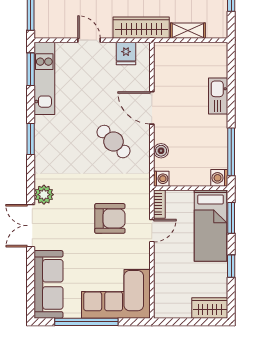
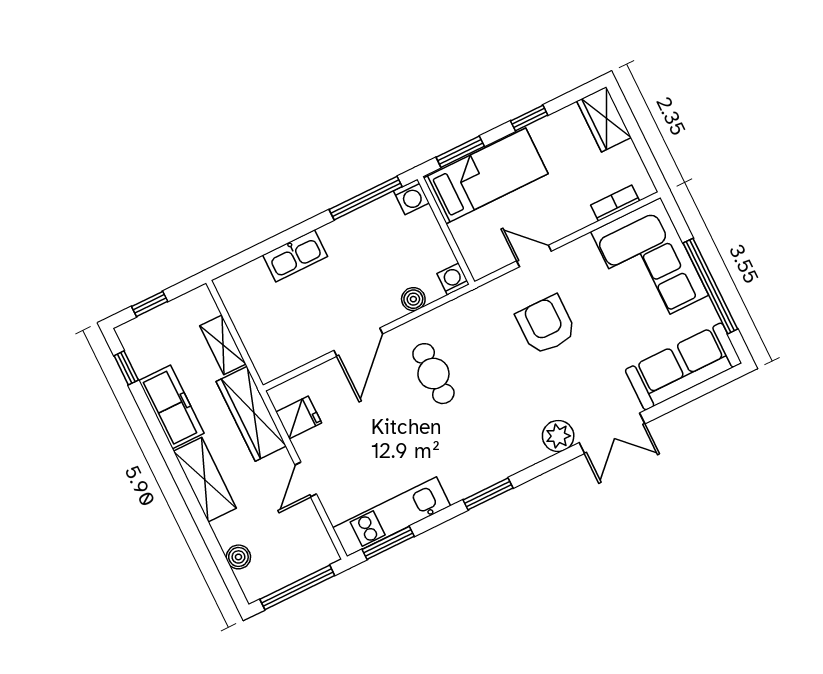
cafe table: (114, 142) -> (433, 374), turned -45
bookcase: (159, 204) -> (615, 203), moved

